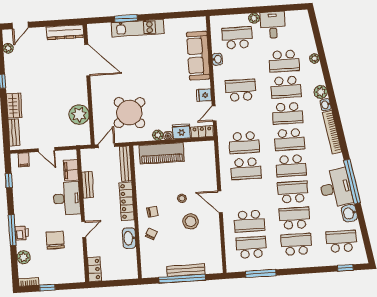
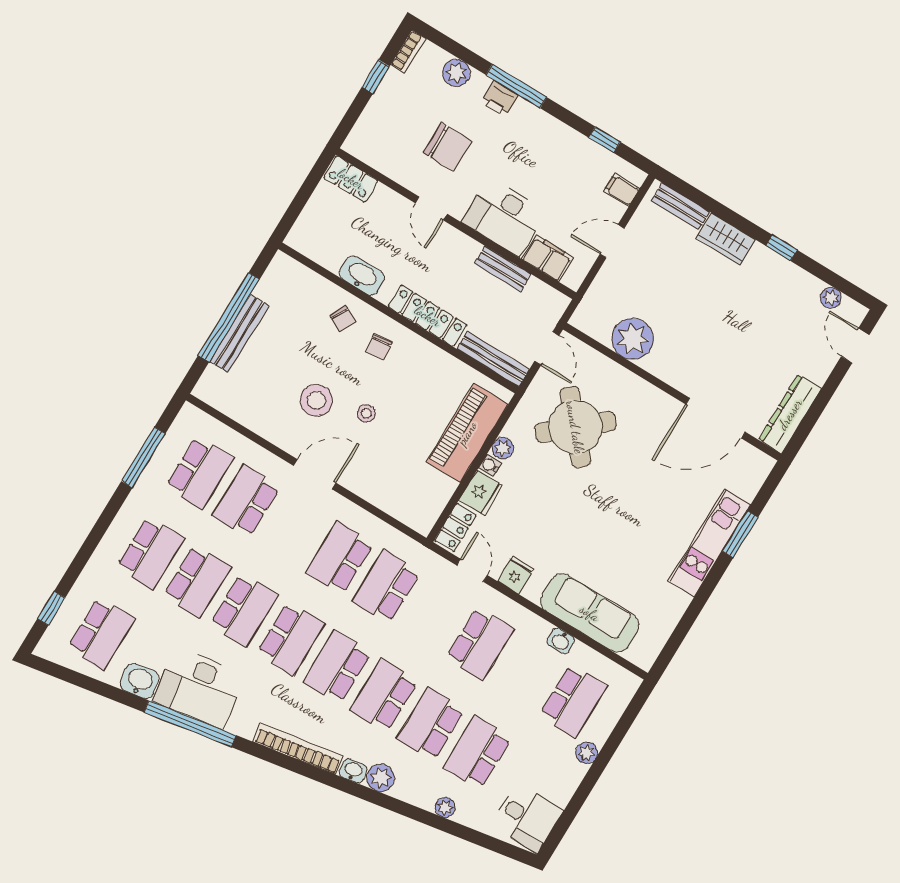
desk: (273, 25) -> (527, 818), moved
school desk: (291, 166) -> (291, 638), turned 180

